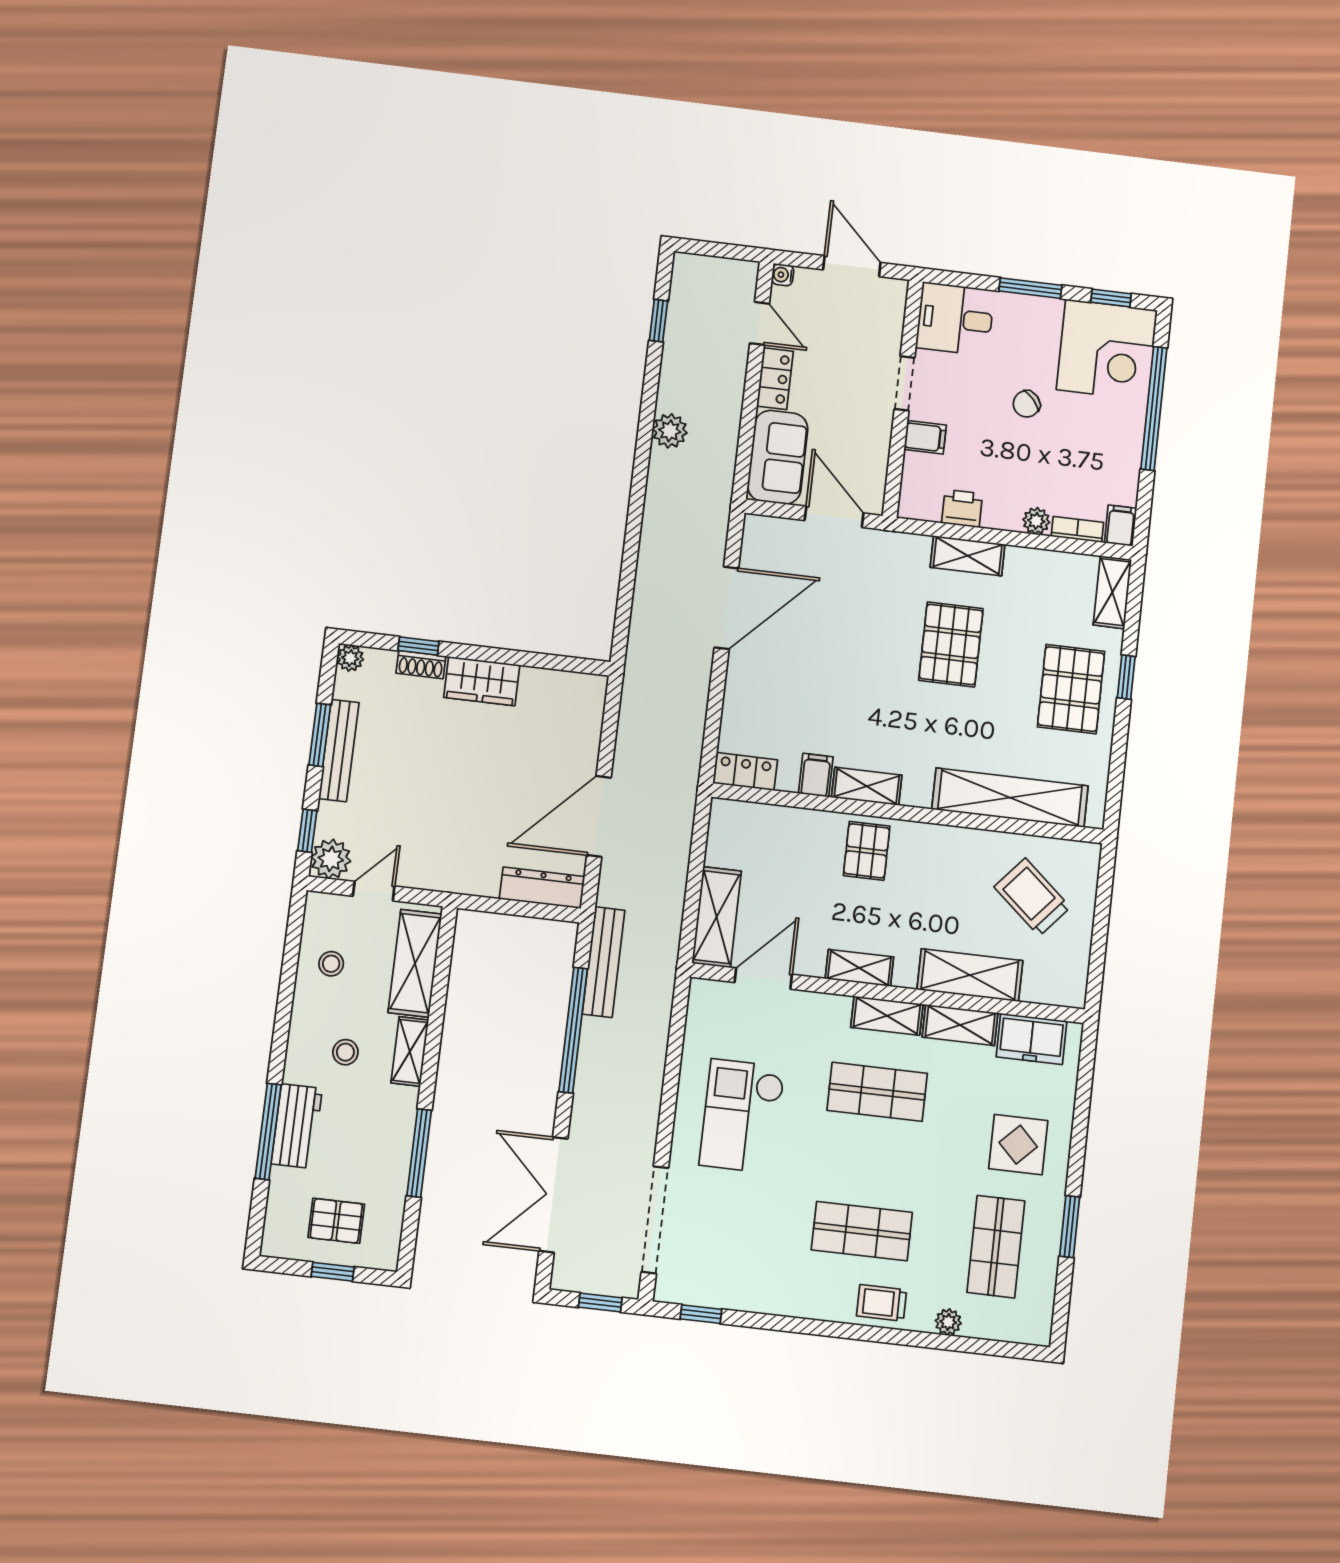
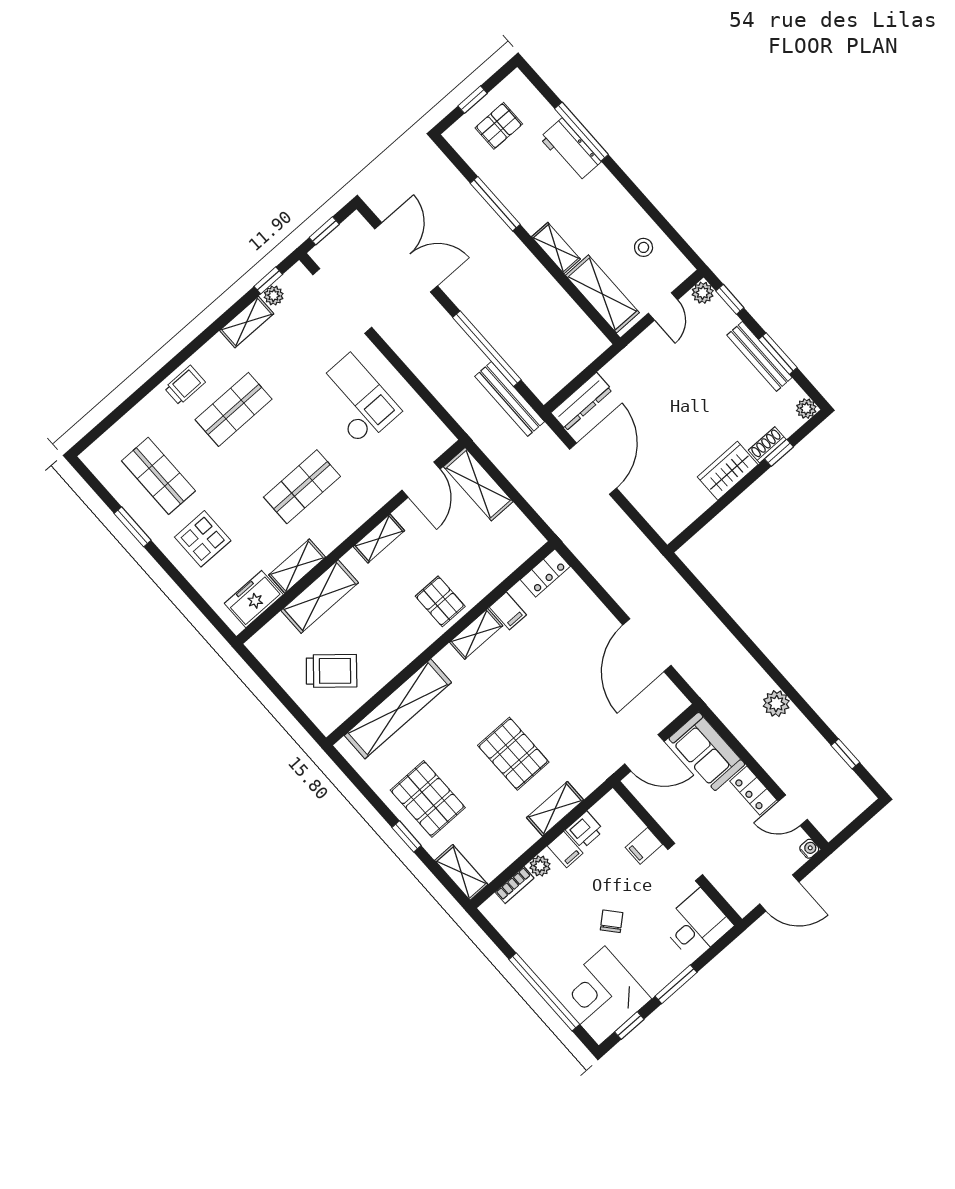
filing cabinet: (1121, 526) -> (565, 849), moved
plant: (331, 859) -> (703, 293), width x0.73, depth x0.73
shelving: (887, 1016) -> (247, 322), moved
stool: (345, 1052) -> (587, 212), removed
plant: (948, 1322) -> (274, 296), moved

